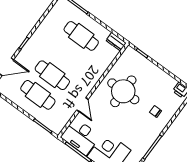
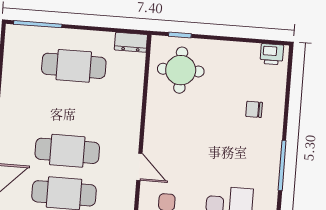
round table: (123, 91) -> (181, 70), moved, width x0.73, depth x0.73

